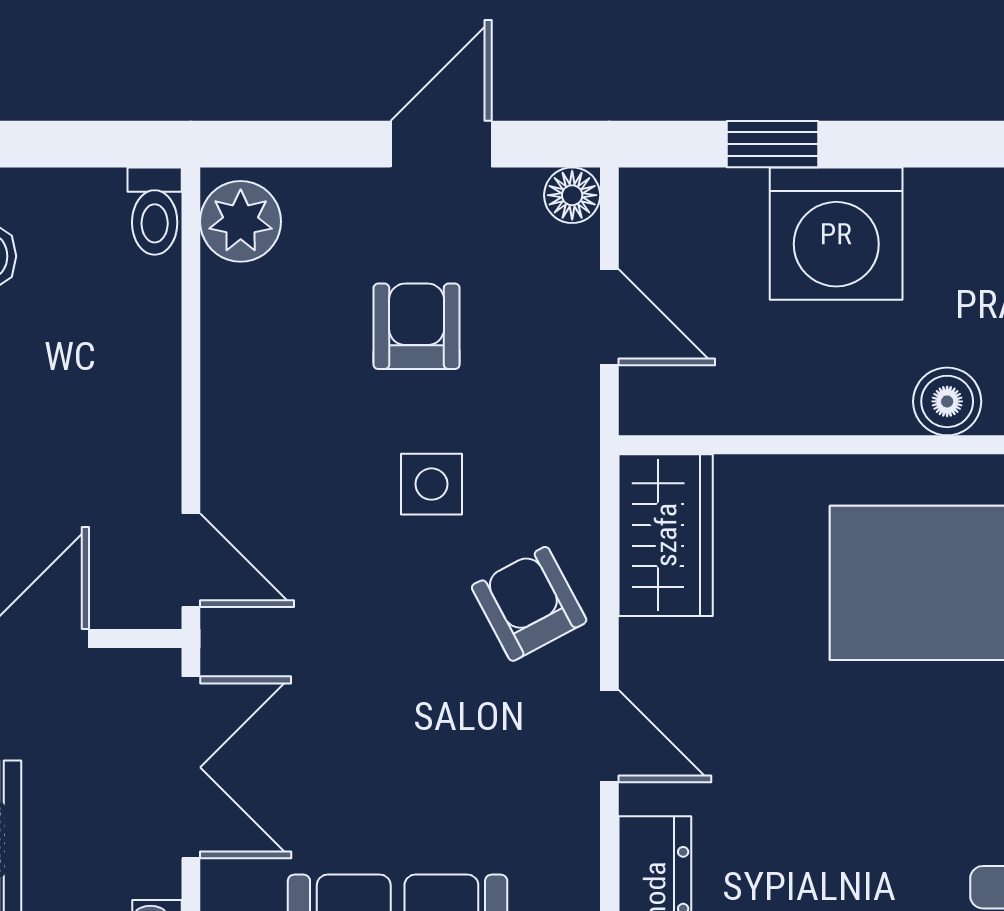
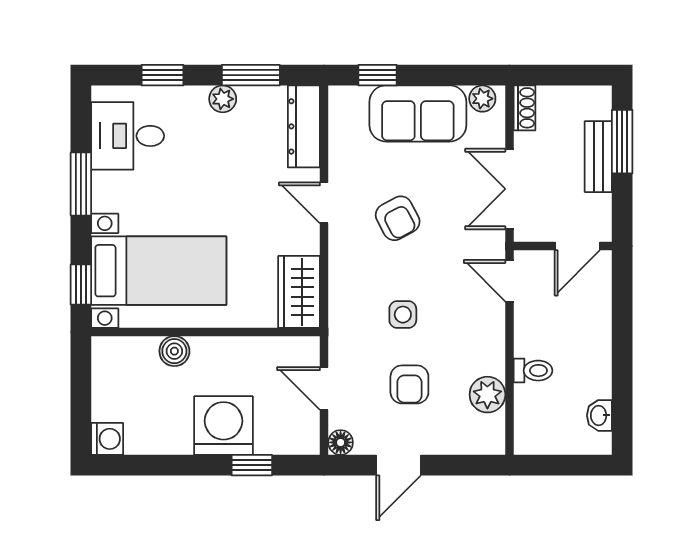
toilet: (155, 211) -> (533, 371), moved, turned 90
plant: (241, 221) -> (487, 395), moved
armchair: (529, 604) -> (398, 218), moved

